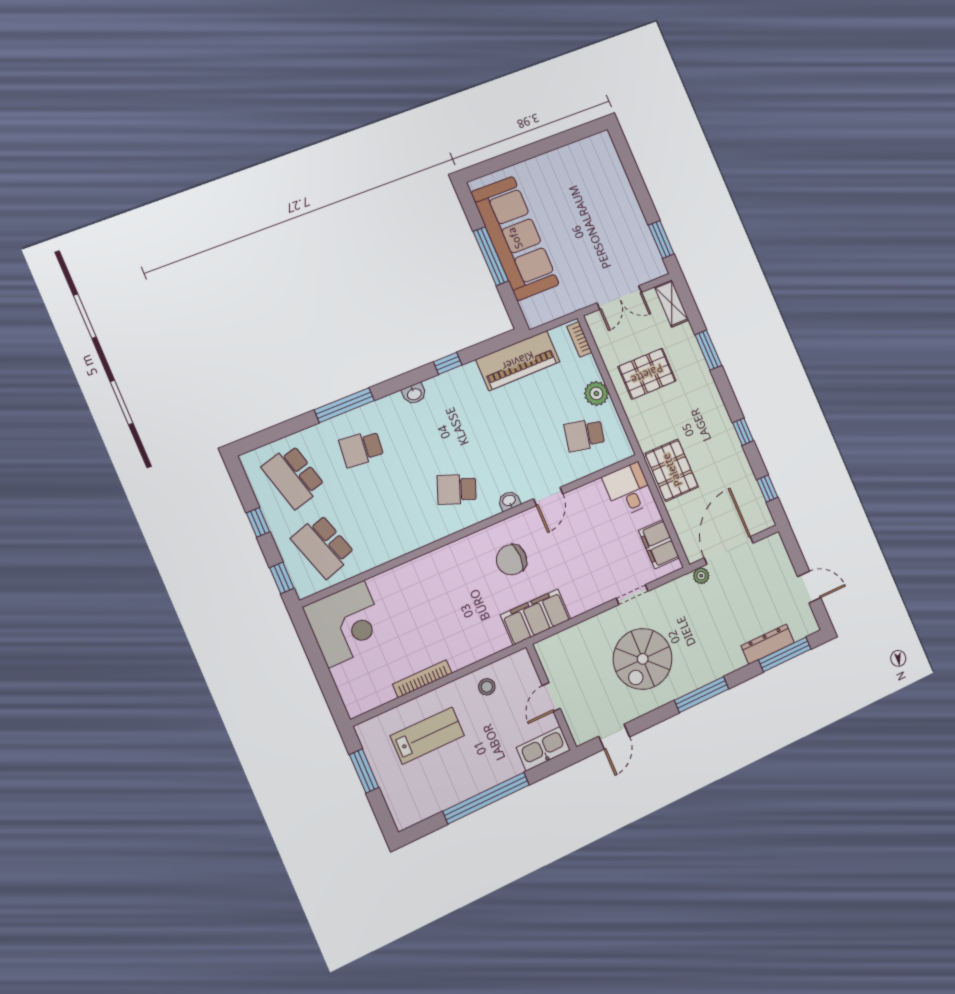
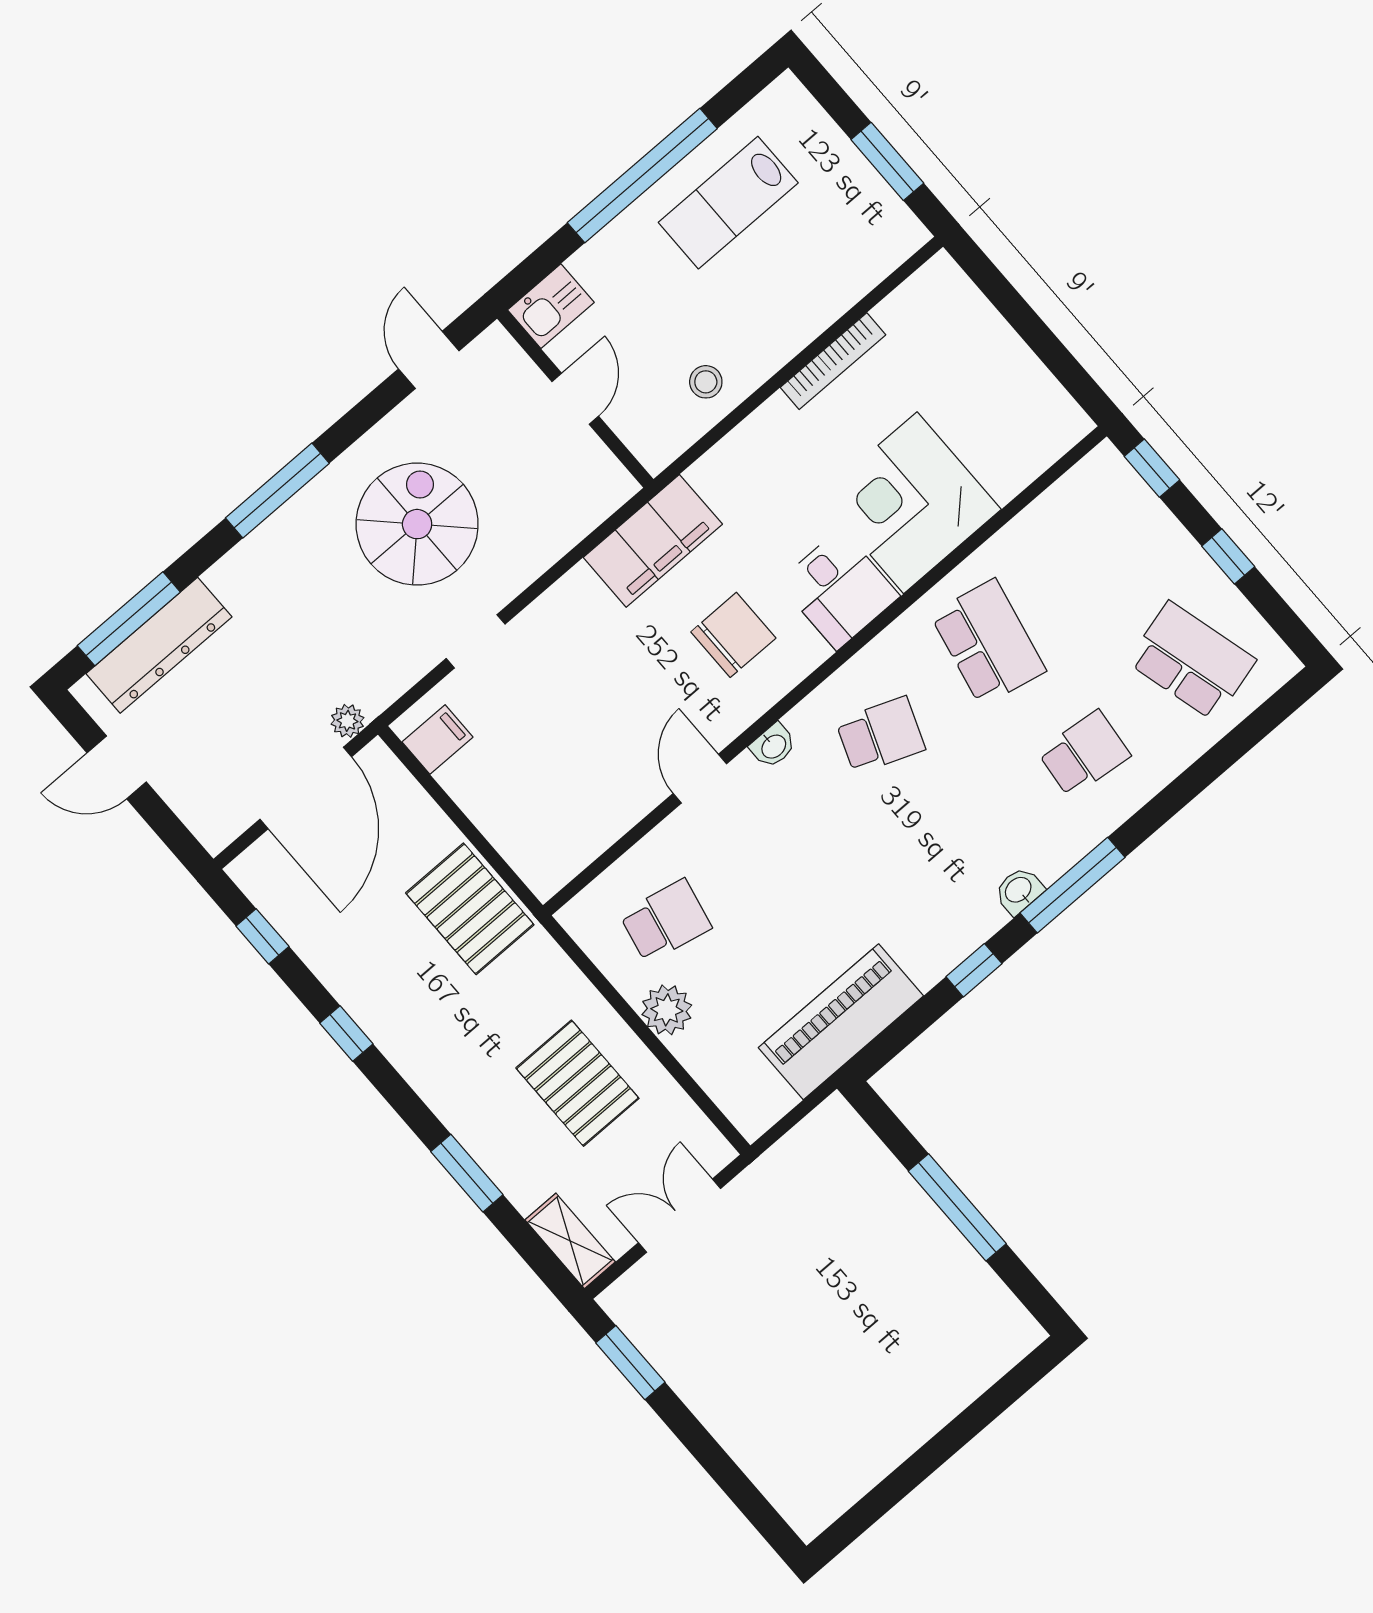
sofa: (515, 238) -> (921, 1259), removed
bookcase: (579, 339) -> (733, 1105), removed
pallet: (647, 374) -> (577, 1083), turned 90
window: (344, 405) -> (1073, 885), moved
desk: (629, 490) -> (839, 589), moved
filing cabinet: (659, 544) -> (438, 739), width x0.50
school desk: (323, 546) -> (988, 642), moved, turned 30
corner desk: (346, 624) -> (910, 503), moved
dresser: (768, 644) -> (159, 645), width x1.37, depth x1.24
lab bench: (427, 736) -> (728, 203), moved
kitchen sink: (543, 749) -> (551, 306), width x0.73

